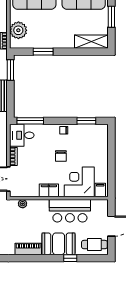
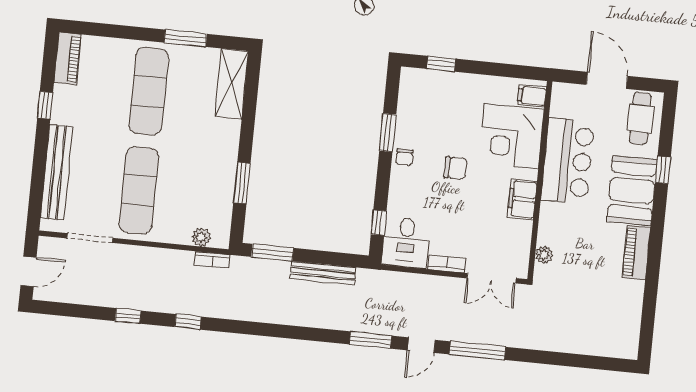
plant: (18, 30) -> (201, 237), width x0.53, depth x0.53
window: (30, 121) -> (379, 223), width x0.46
window: (86, 121) -> (388, 133), moved
window: (111, 144) -> (441, 64), added

